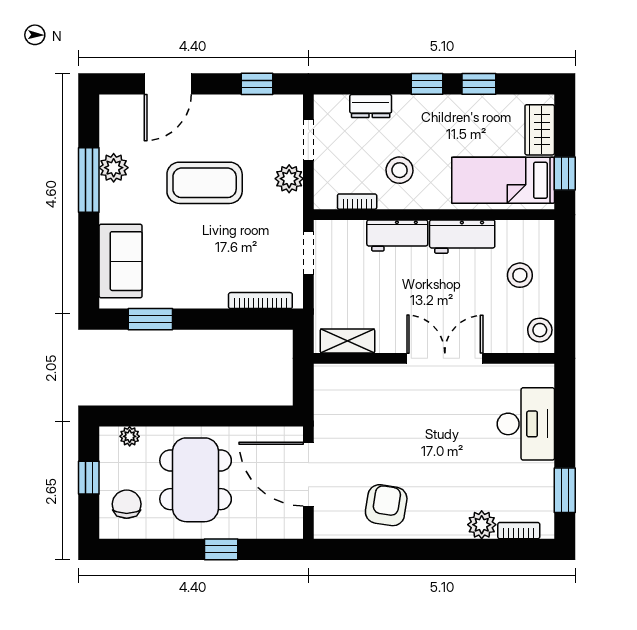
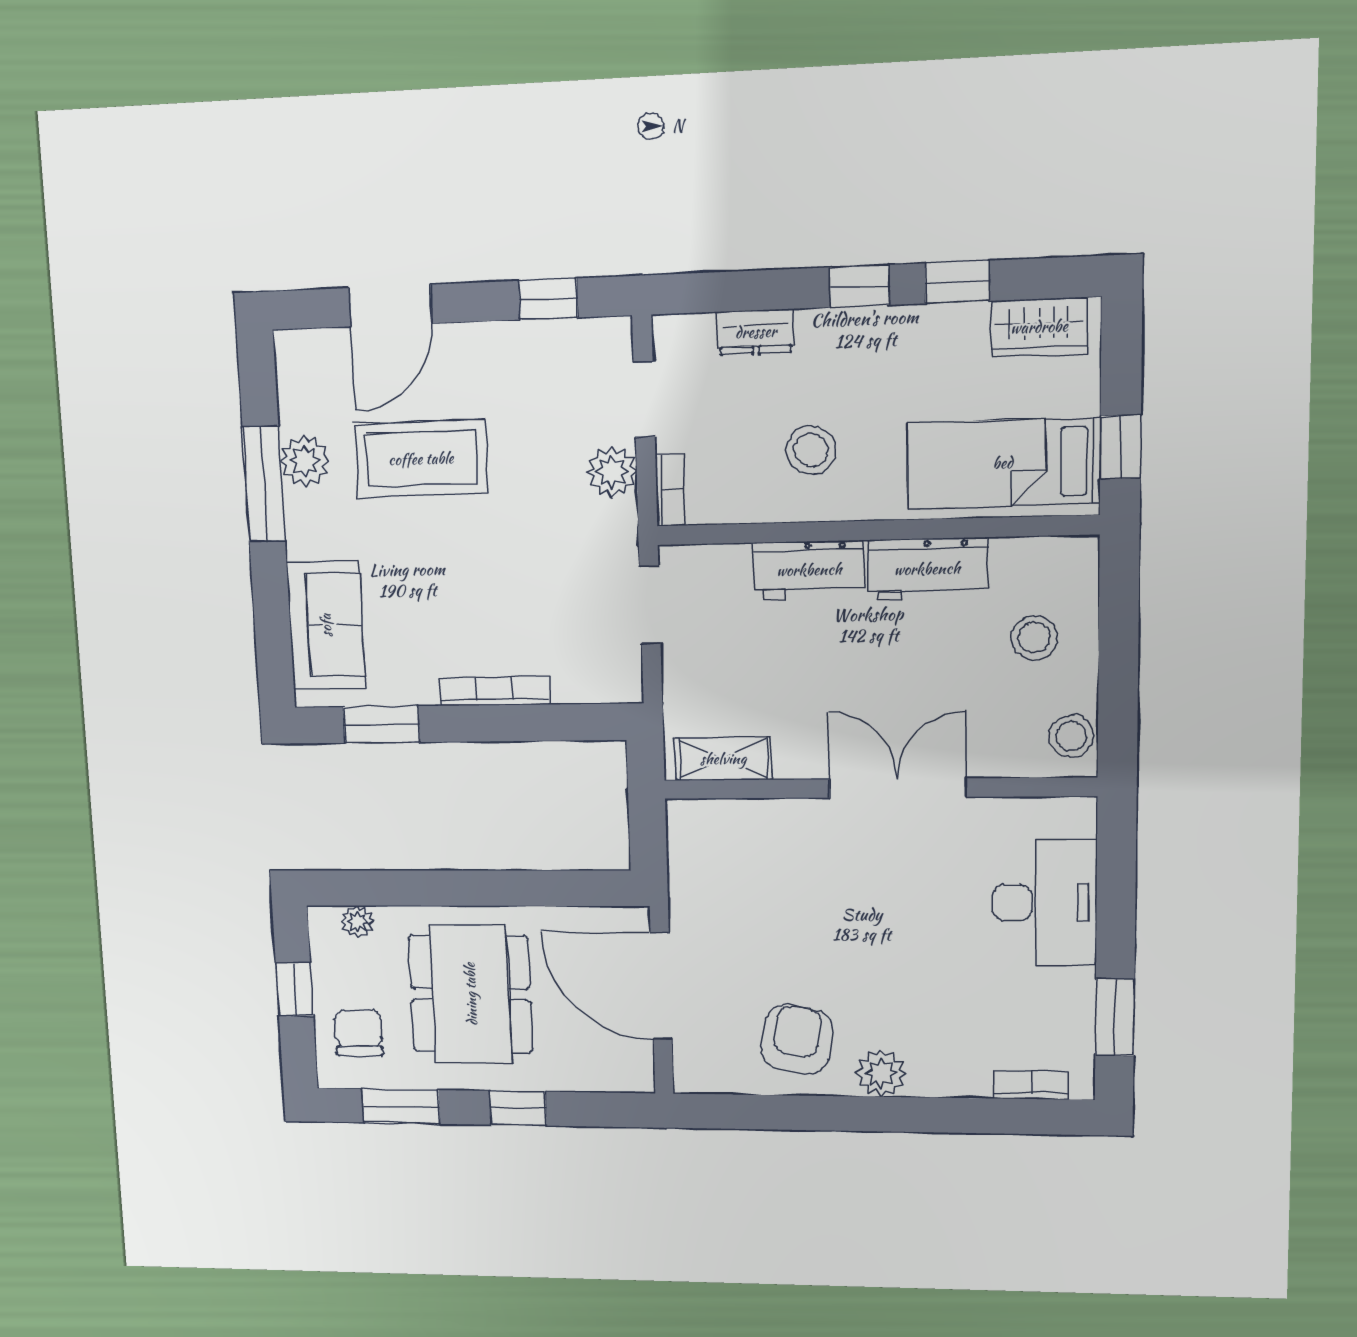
wardrobe: (540, 130) -> (1039, 327), moved, turned -90
coffee table: (205, 183) -> (421, 459), moved
bookcase: (357, 202) -> (670, 490), moved, turned 90
bookcase: (260, 301) -> (495, 691), moved
plant: (482, 525) -> (881, 1073), moved
window: (150, 549) -> (401, 1106), added

